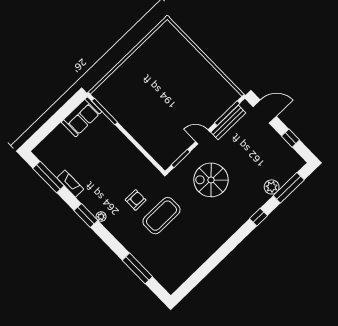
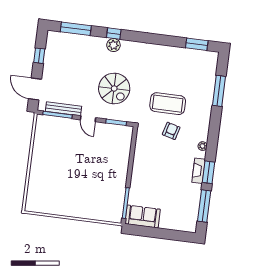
fireplace: (70, 184) -> (199, 171), moved
plant: (272, 187) -> (113, 45), moved
armchair: (136, 200) -> (171, 131), turned 105
window: (86, 215) -> (208, 172), moved
window: (193, 281) -> (197, 44), added

